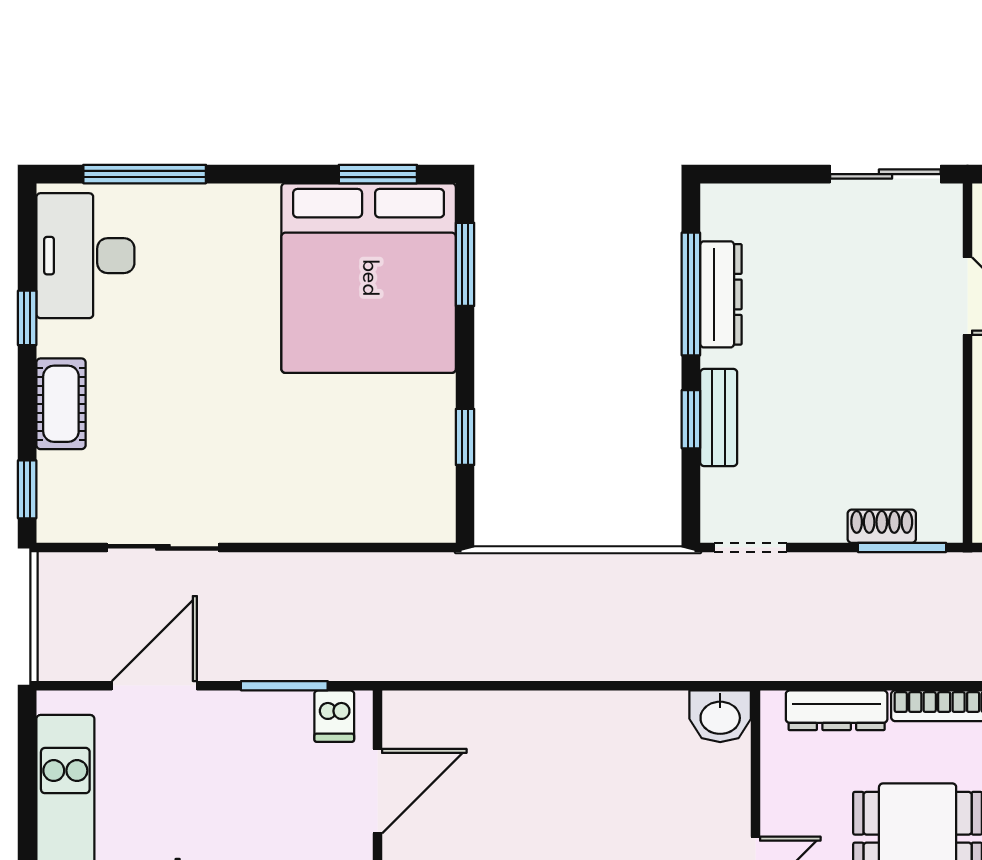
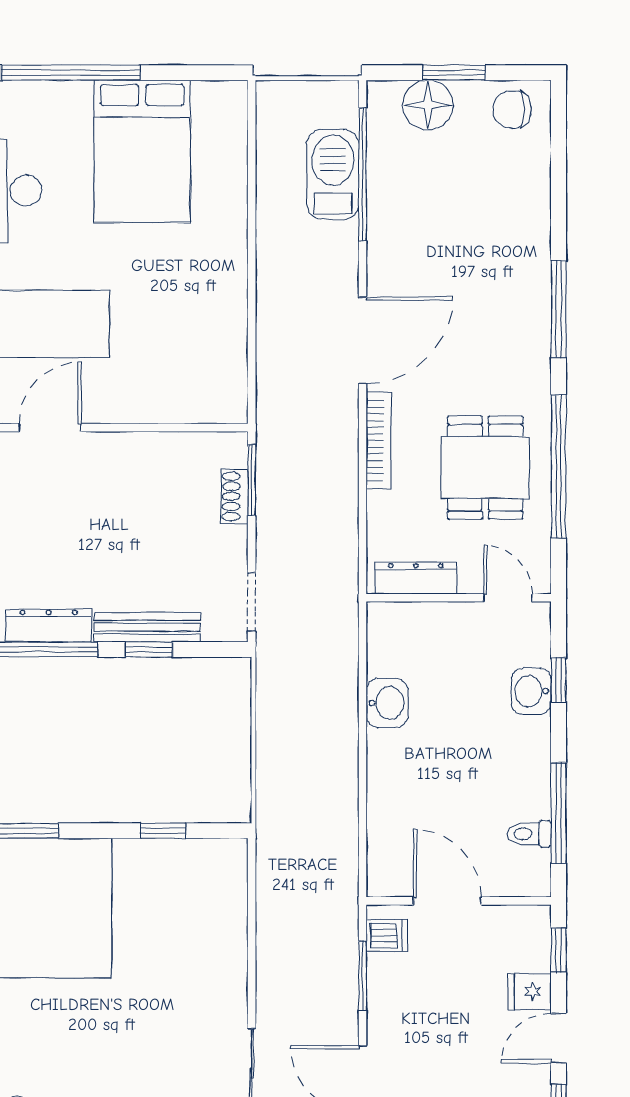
bench: (719, 418) -> (147, 627), width x1.36
dresser: (837, 710) -> (416, 578), moved, turned -90
washbasin: (720, 716) -> (387, 703), moved

